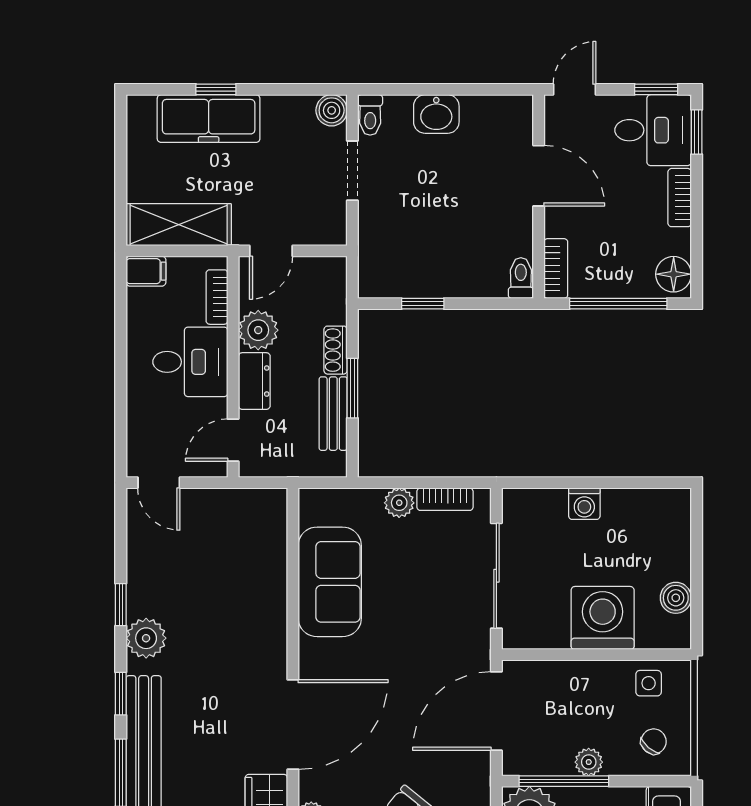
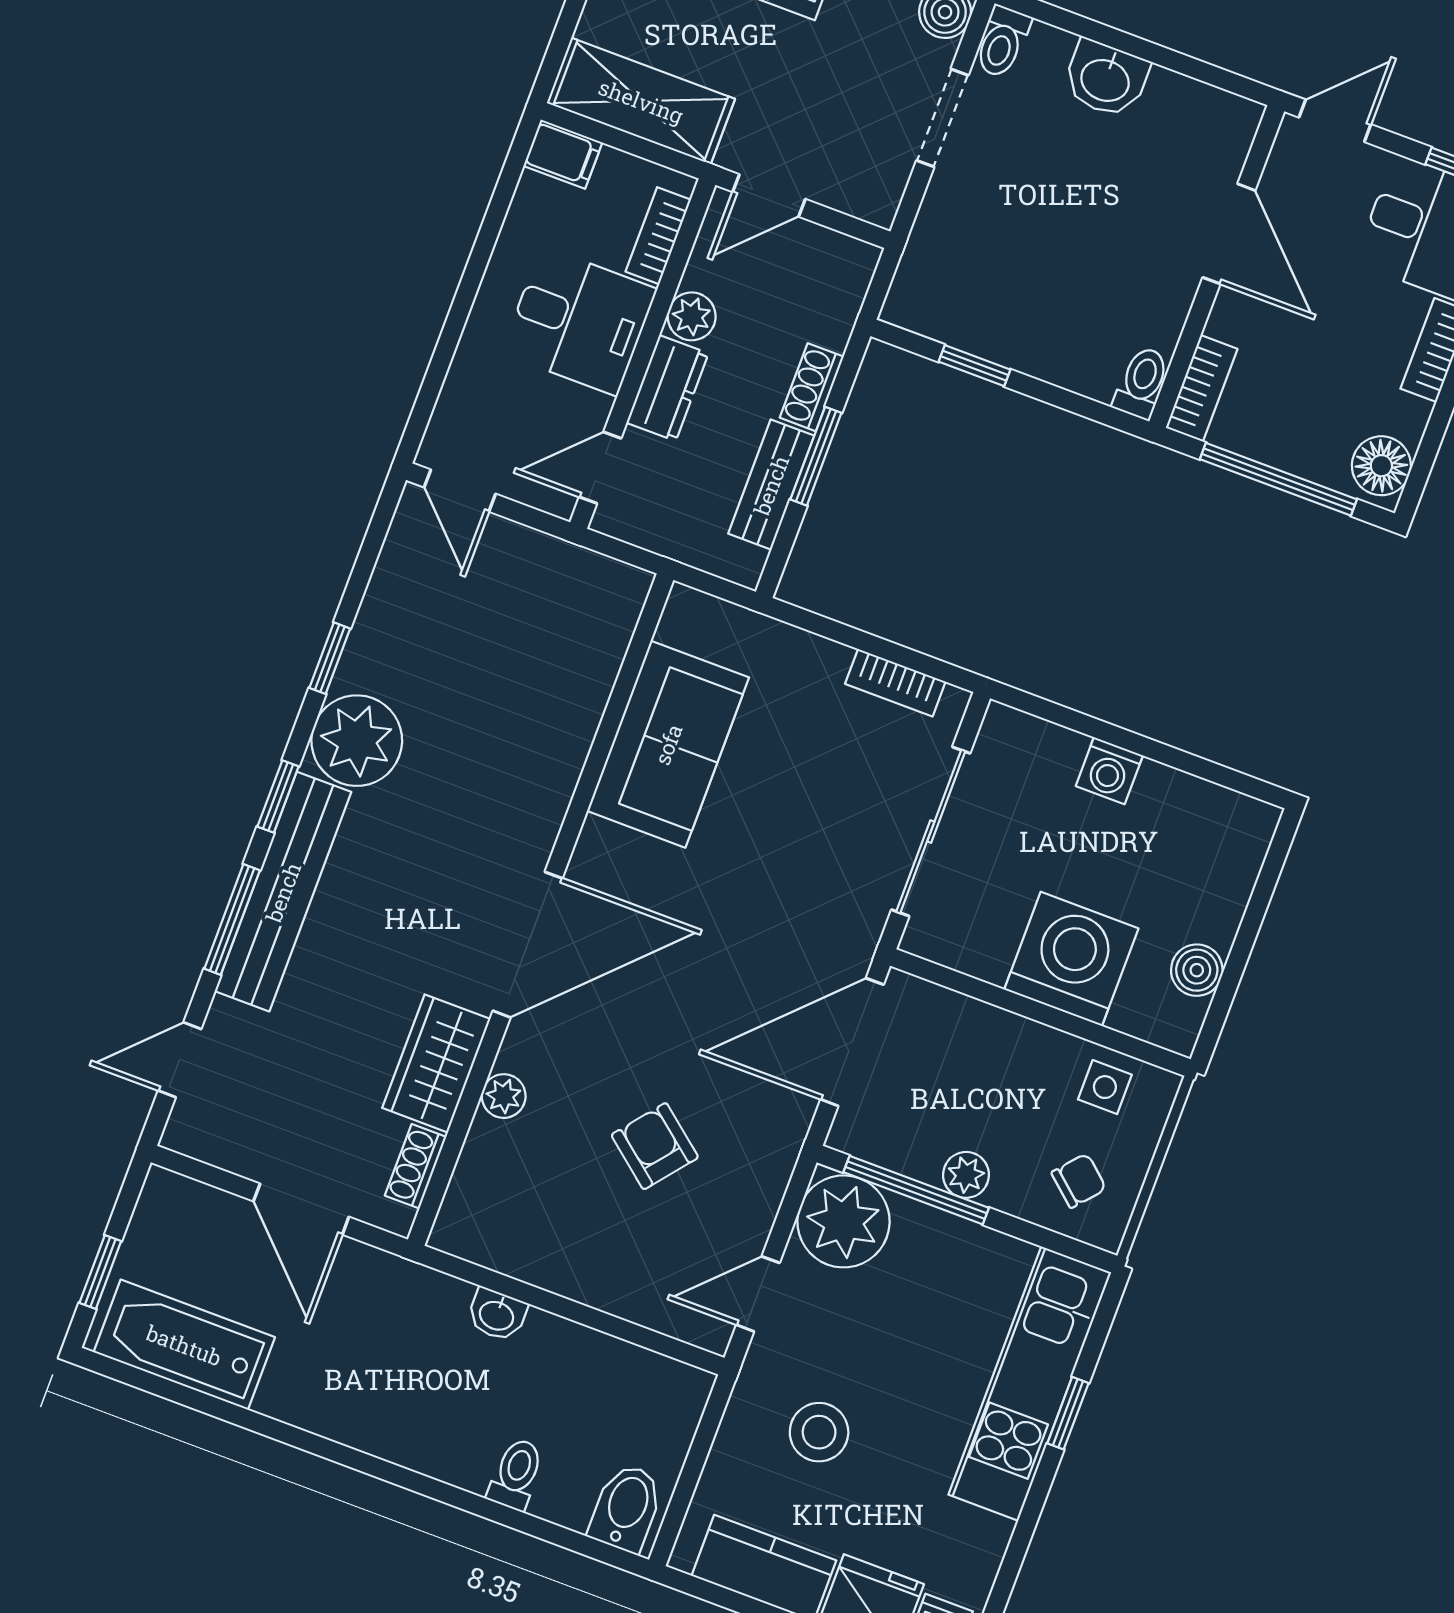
plant: (258, 330) -> (692, 316), width x0.73, depth x0.73
plant: (399, 503) -> (822, 662), removed
plant: (146, 638) -> (357, 741), width x1.36, depth x1.36

